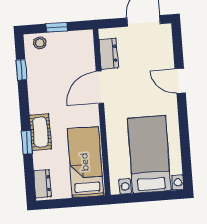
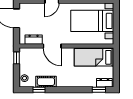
window: (57, 27) -> (16, 58), moved
cot: (40, 132) -> (46, 82), moved
window: (27, 142) -> (99, 90), moved

